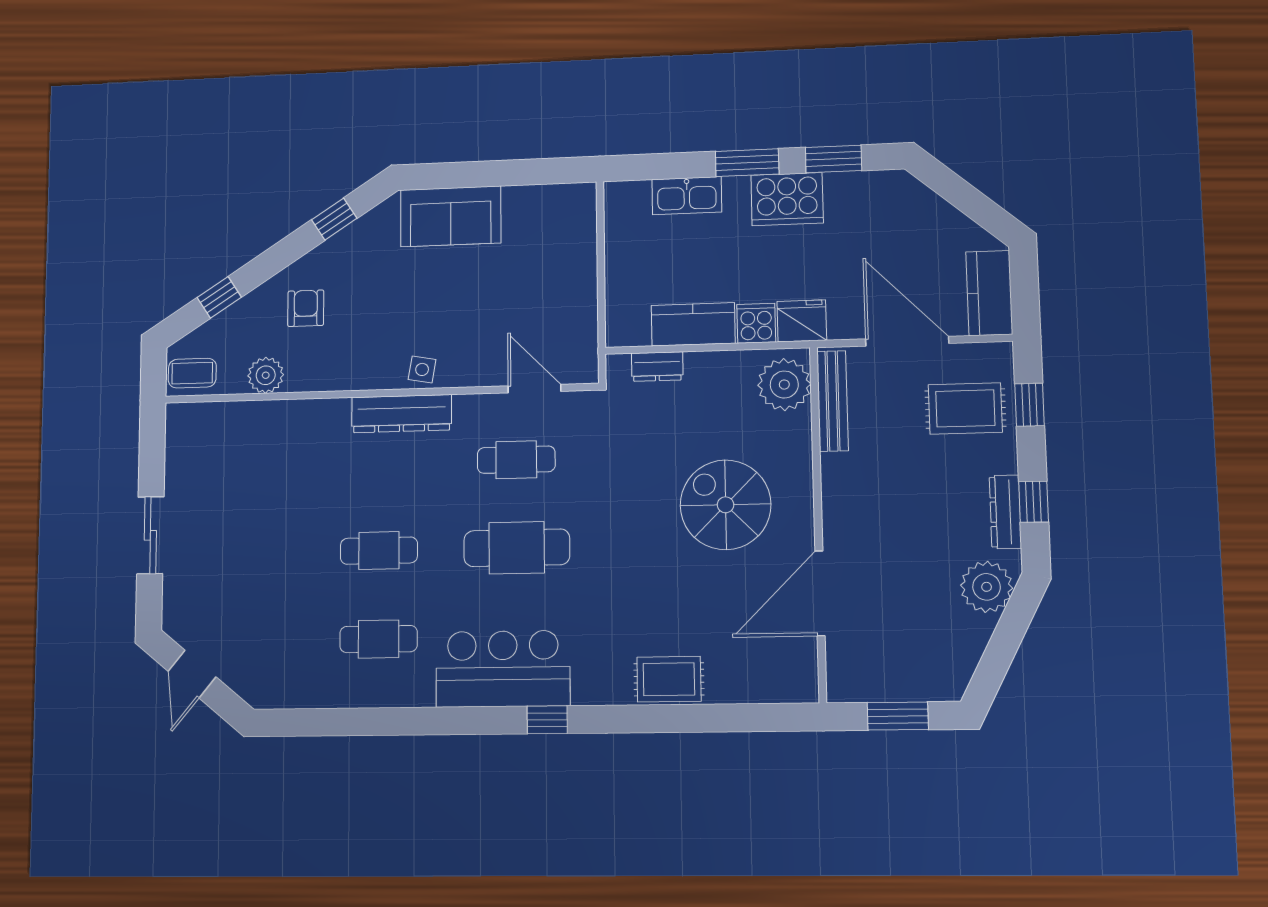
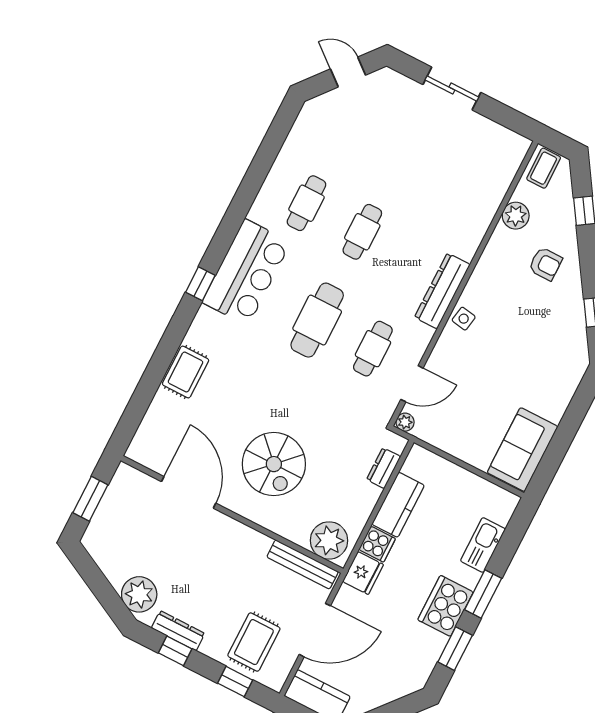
sofa: (451, 216) -> (522, 450), moved
plant: (586, 371) -> (405, 422), added
spiral stairs: (726, 505) -> (274, 464), turned 90

